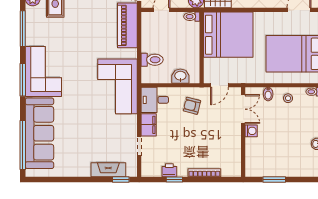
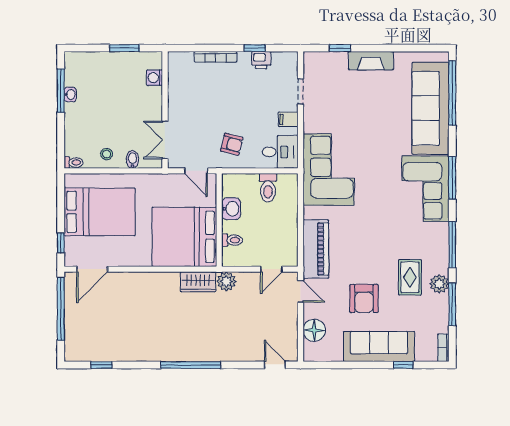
toilet: (192, 17) -> (232, 240), moved
toilet: (152, 60) -> (268, 188), moved, turned -90
washbasin: (180, 76) -> (231, 209), moved, turned -90
door: (219, 85) -> (196, 171), swing flipped
filing cabinet: (149, 125) -> (288, 119), width x0.50
washing machine: (251, 131) -> (155, 78), moved
fireplace: (108, 170) -> (371, 61), moved
window: (121, 180) -> (340, 48), moved

